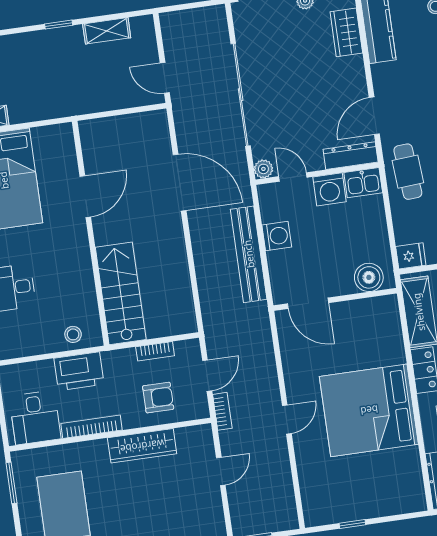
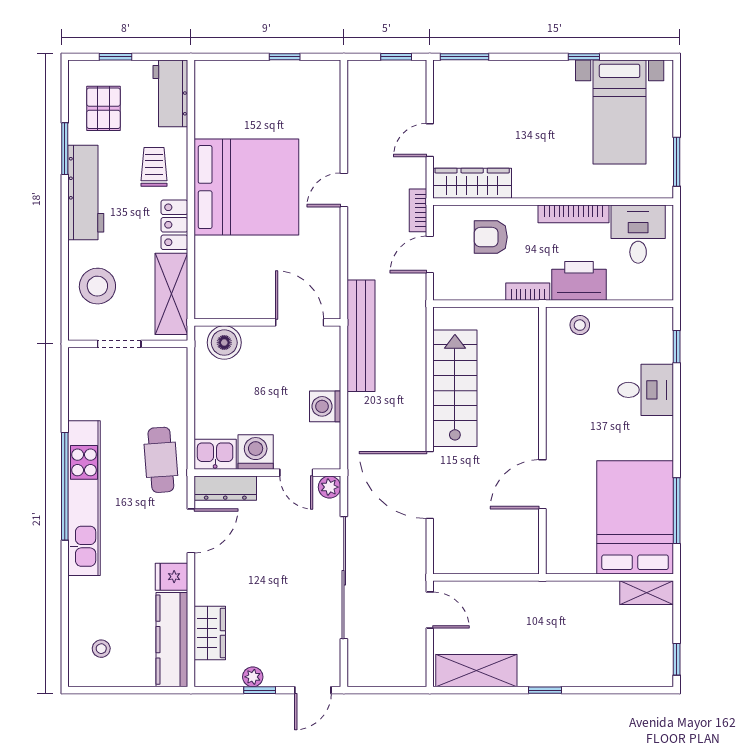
shelving: (107, 31) -> (476, 671), width x1.50, depth x1.33
bench: (249, 254) -> (361, 336), moved
fridge: (411, 256) -> (171, 577), moved
stairs: (121, 293) -> (455, 388), moved, turned 180
bookcase: (155, 351) -> (528, 292), moved
wardrobe: (142, 446) -> (472, 183), moved

